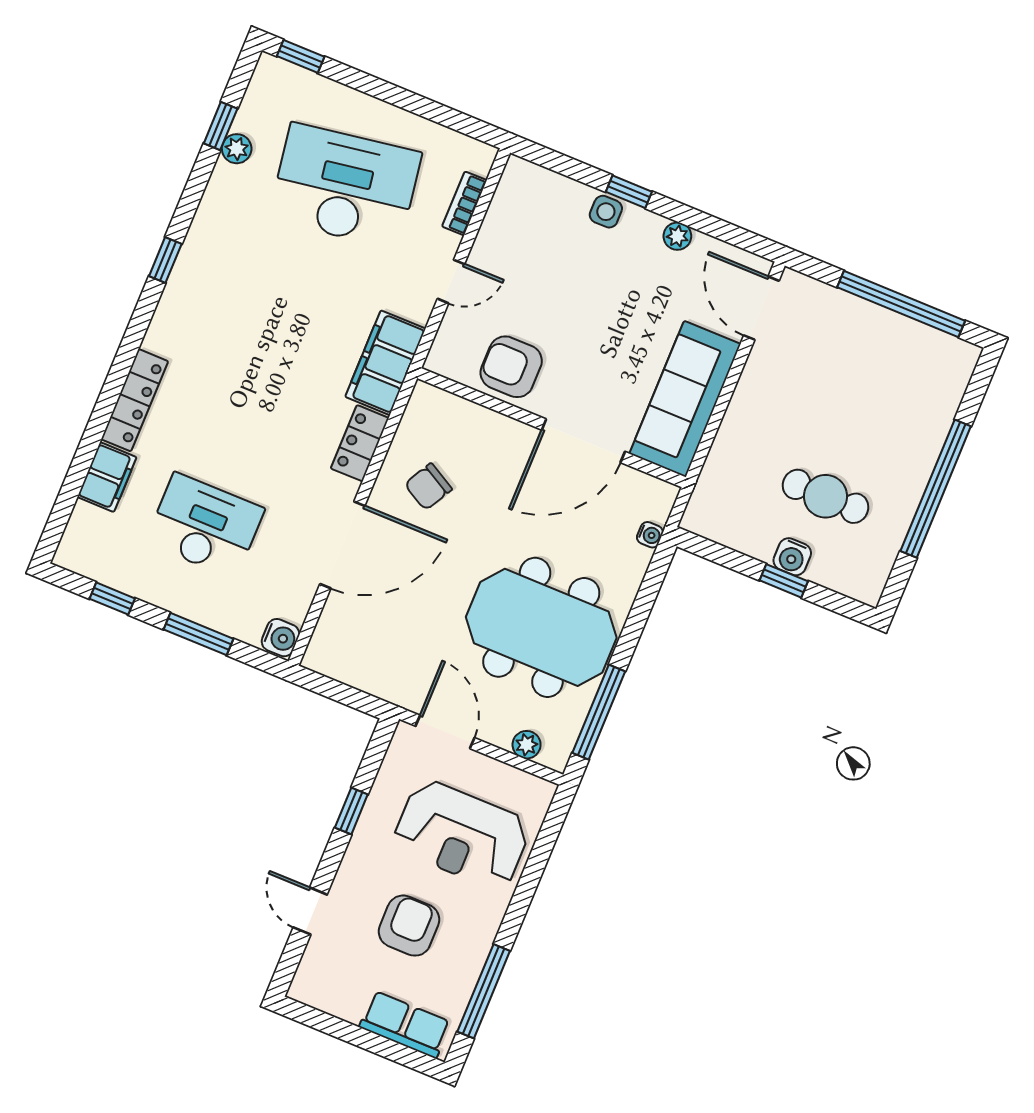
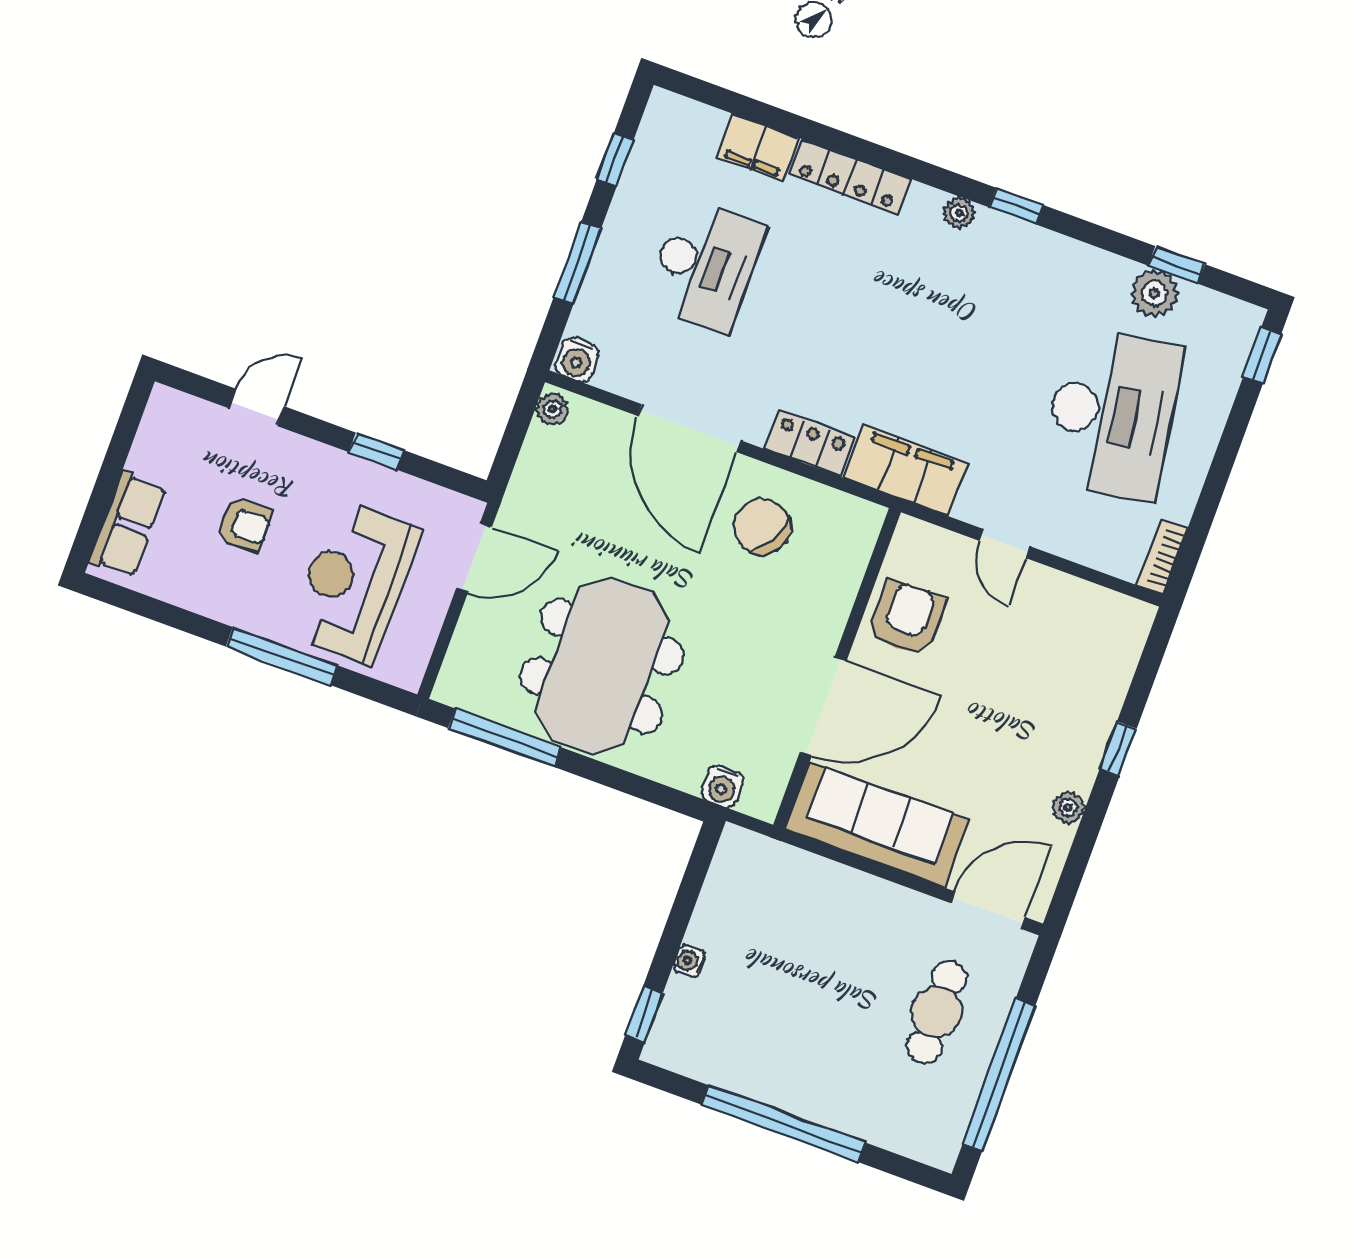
plant: (237, 149) -> (1154, 293), width x1.38, depth x1.38
bookcase: (464, 203) -> (1162, 557), moved, turned -90
side table: (606, 212) -> (1094, 722), removed
plant: (169, 309) -> (959, 213), added
door: (583, 441) -> (823, 707), swing flipped
chair: (428, 487) -> (762, 526), width x1.37, depth x1.37
cafe table: (826, 496) -> (937, 1012), moved
water cooler: (650, 535) -> (722, 786), width x1.38, depth x1.38
water cooler: (792, 557) -> (690, 961), width x0.72, depth x0.72
window: (784, 581) -> (644, 1014), moved
plant: (527, 745) -> (552, 409), moved
armchair: (409, 926) -> (244, 524), width x0.72, depth x0.72
window: (484, 991) -> (282, 656), moved

